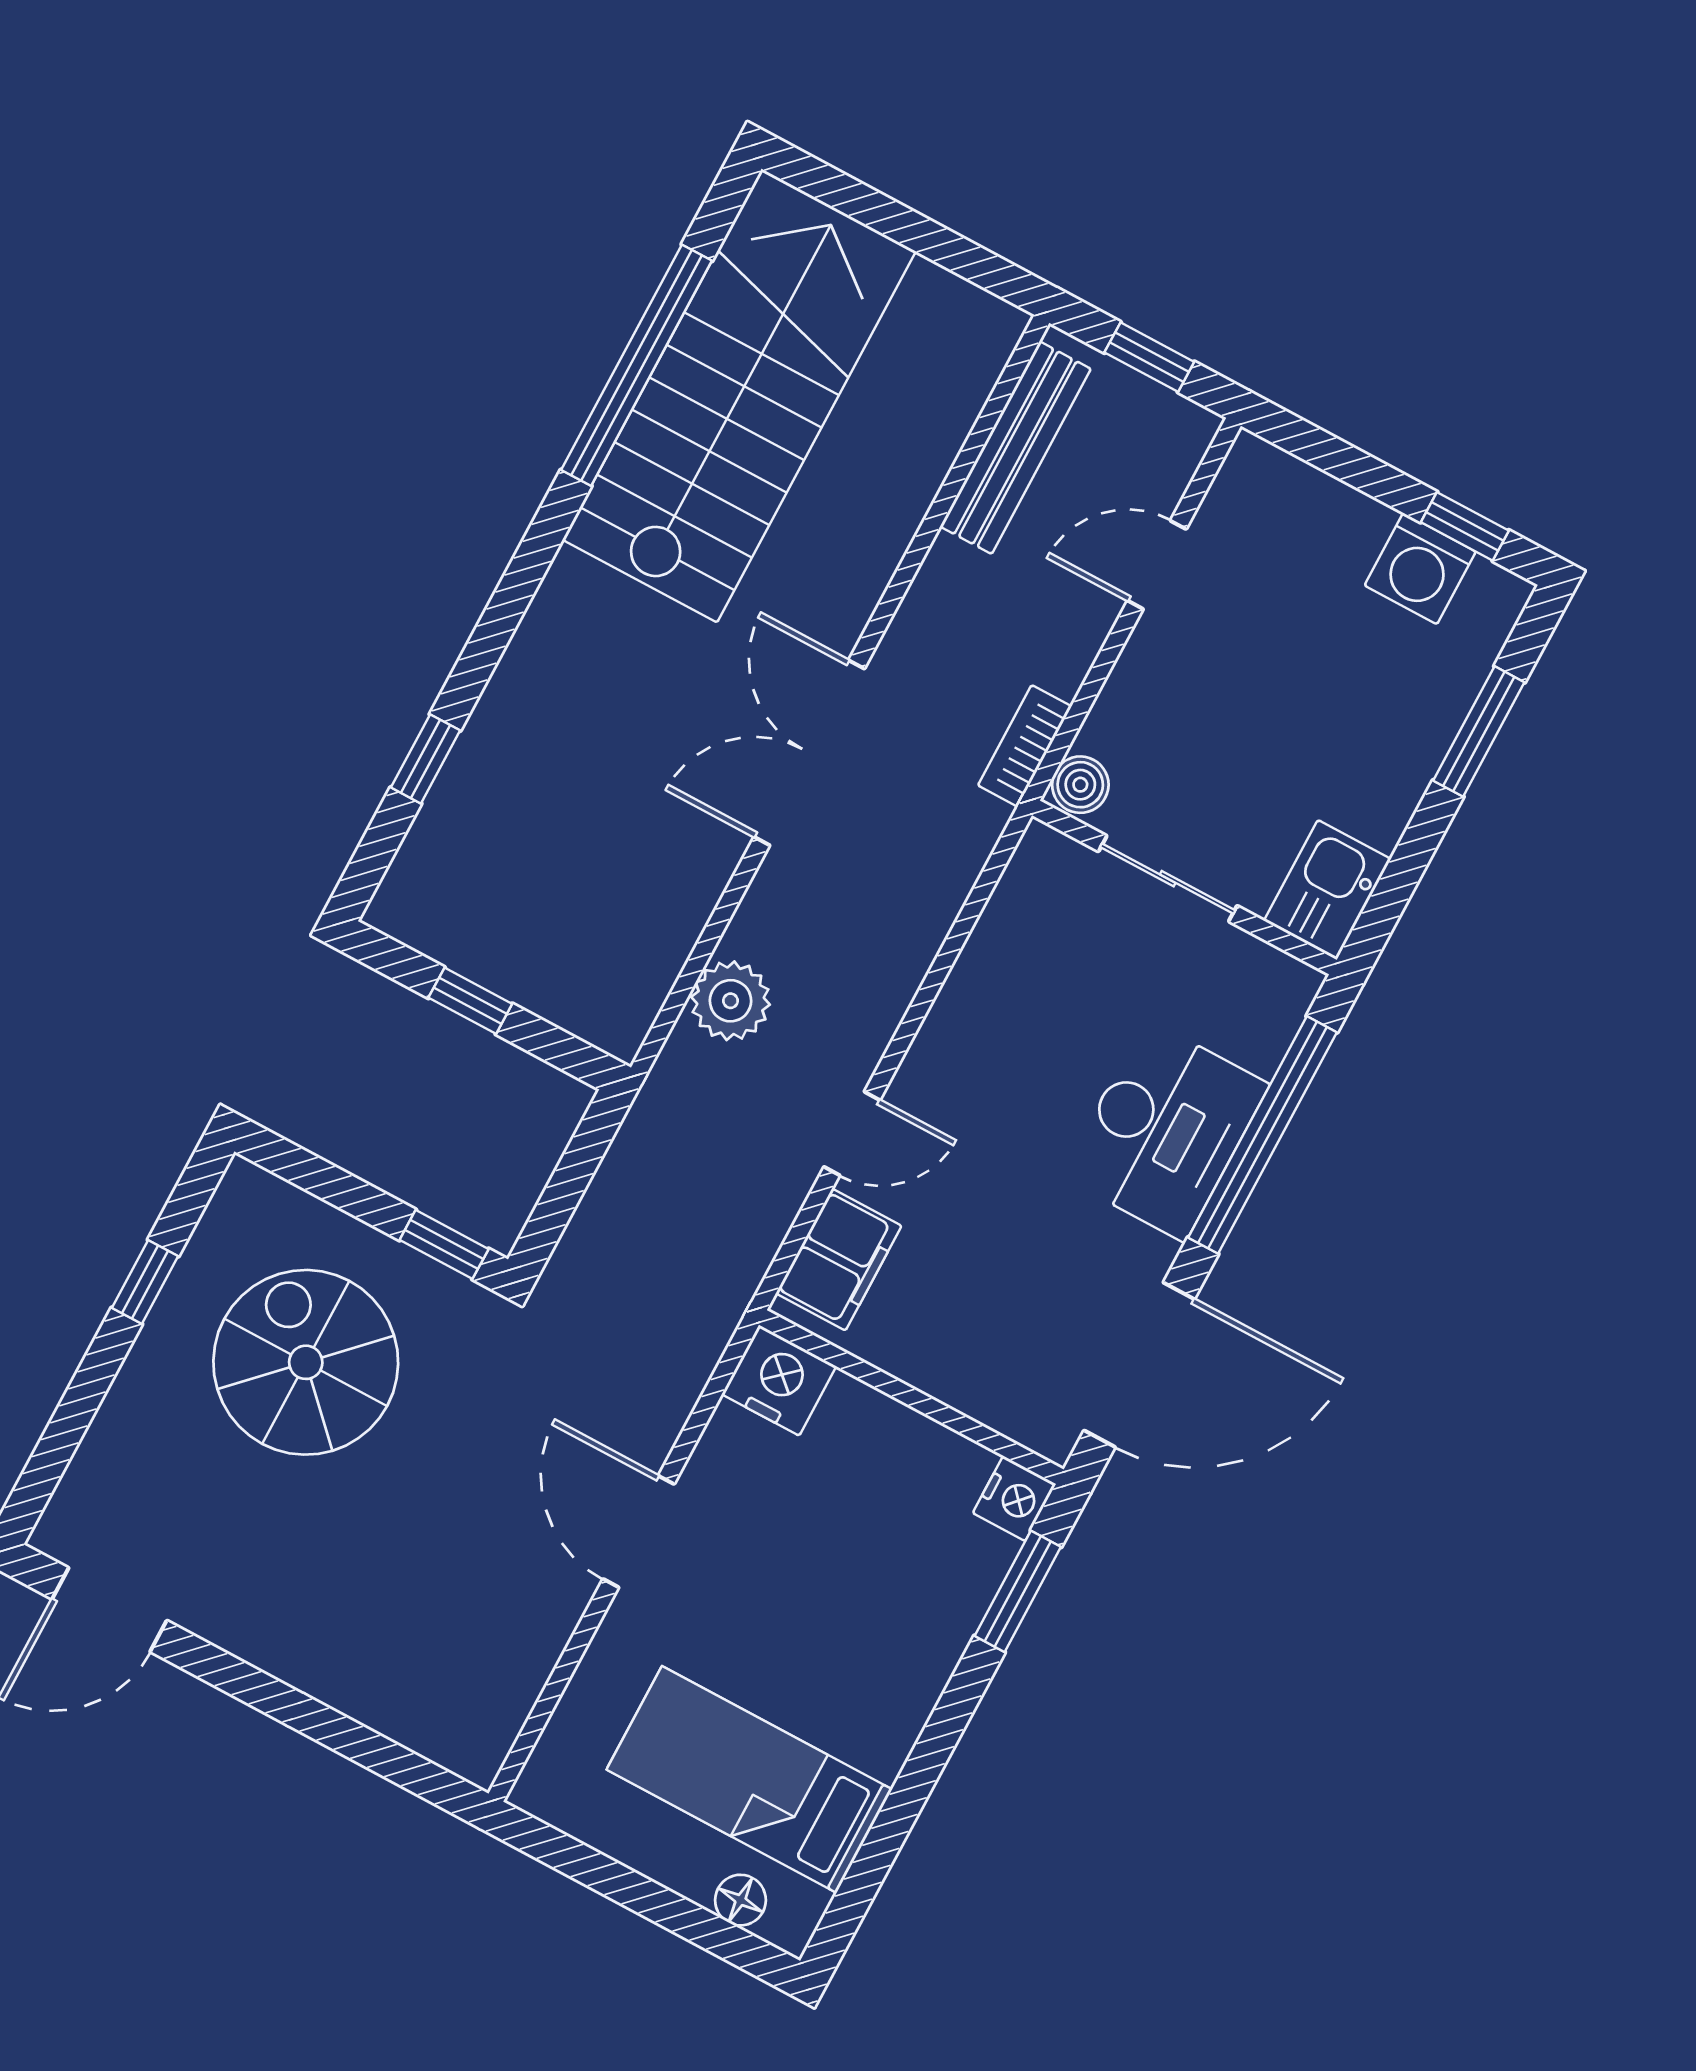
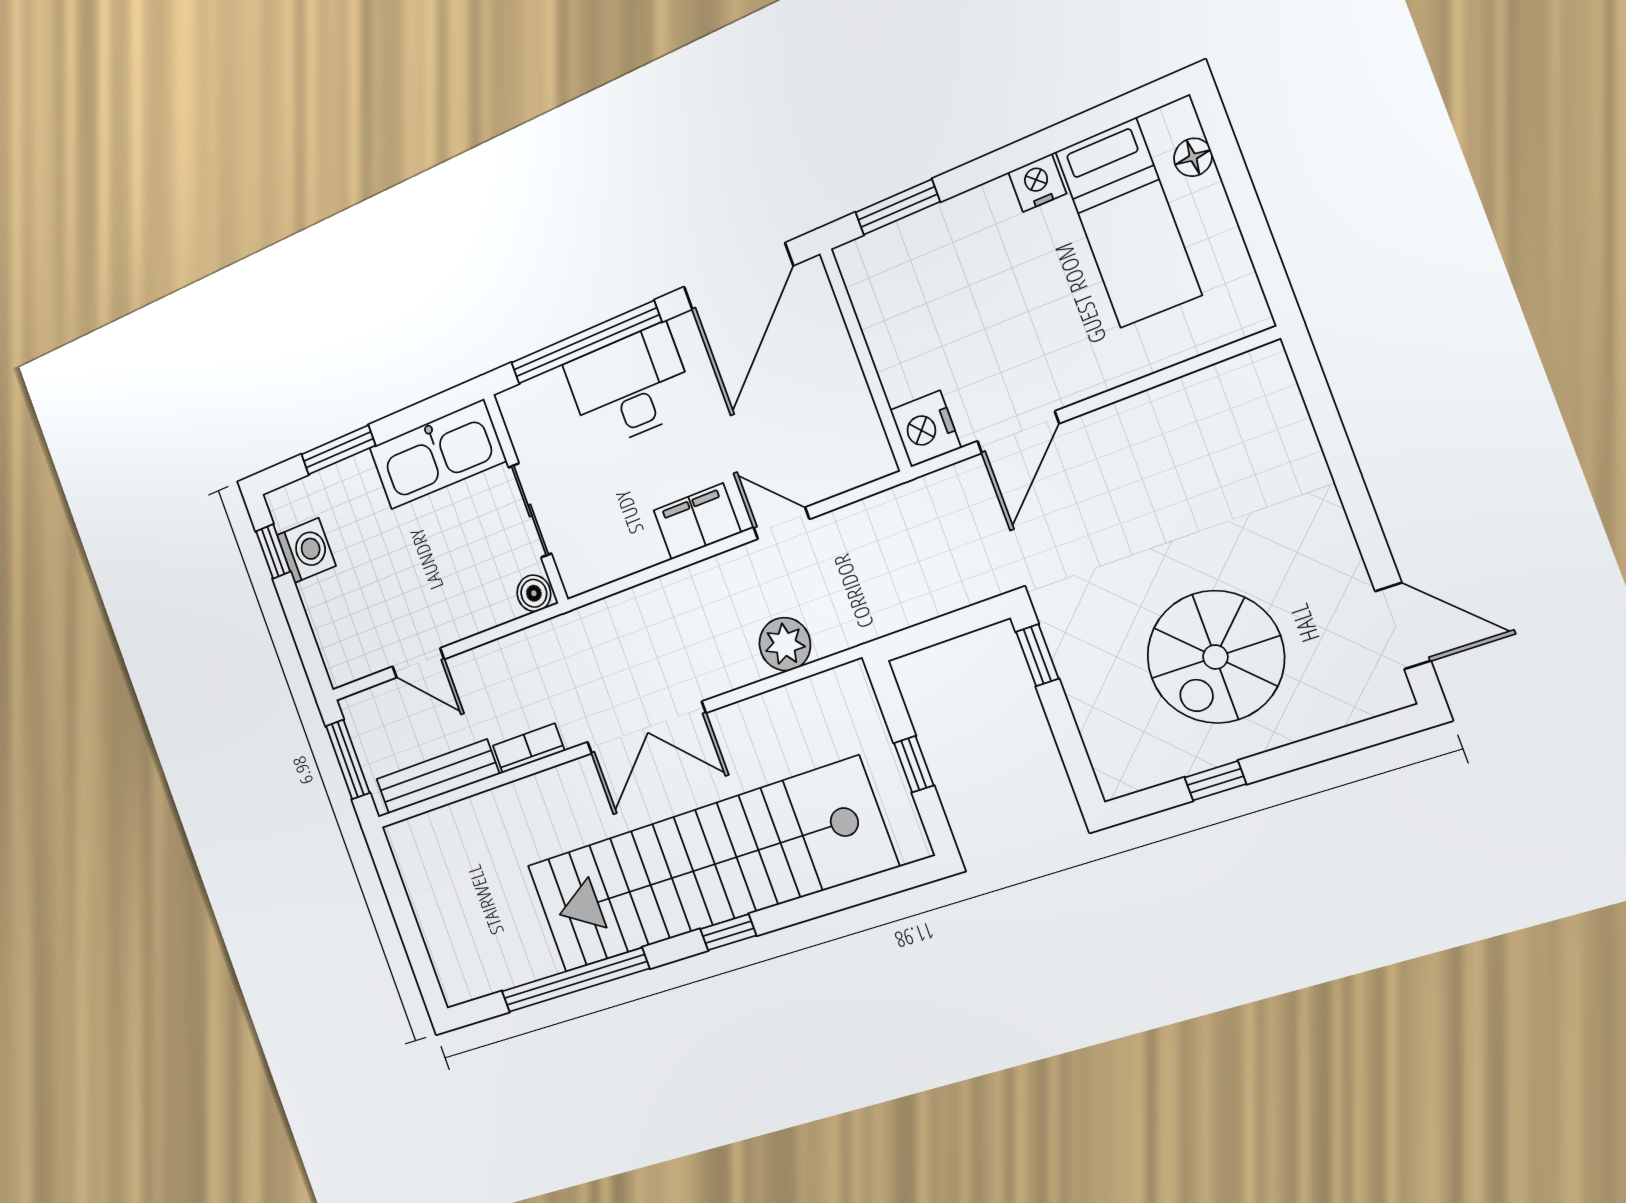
window: (1149, 357) -> (348, 759), width x1.50
stairs: (739, 396) -> (708, 866), moved, width x1.36
bookcase: (1025, 746) -> (529, 748), moved, turned 180
window: (425, 759) -> (728, 932), moved
kitchen sink: (1327, 890) -> (437, 454), width x1.88, depth x1.24
filing cabinet: (839, 1260) -> (697, 521), moved
spiral stairs: (306, 1362) -> (1215, 657), moved
door: (1139, 1365) -> (738, 276), swing flipped
nightstand: (1014, 1498) -> (1037, 183), moved
door: (639, 1531) -> (1018, 432), moved

